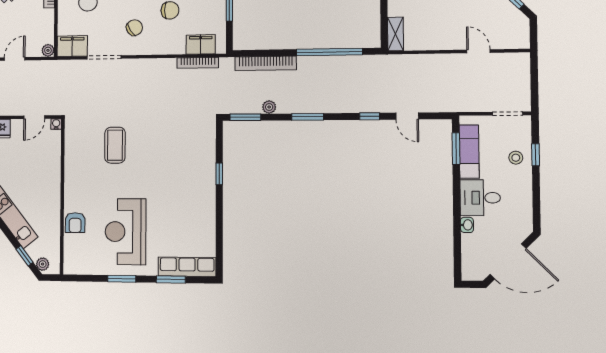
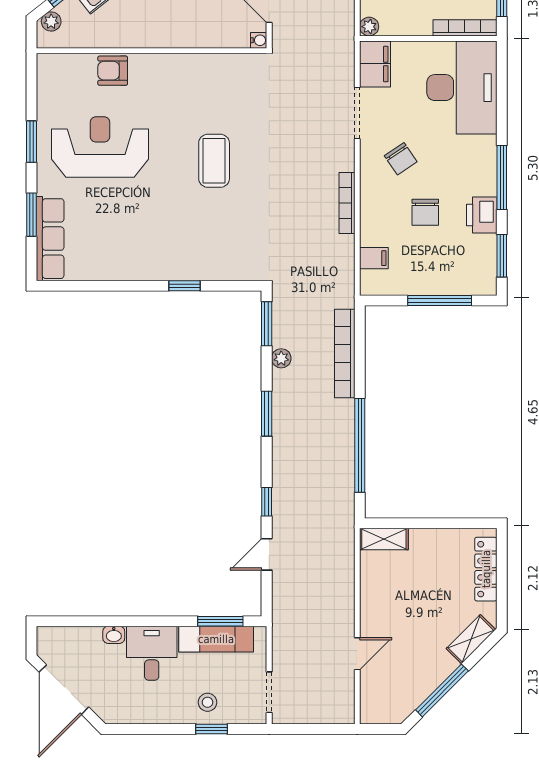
filing cabinet: (201, 44) -> (374, 258), width x0.50
bookcase: (198, 63) -> (347, 203), moved
coffee table: (115, 145) -> (214, 161), moved, turned 90

